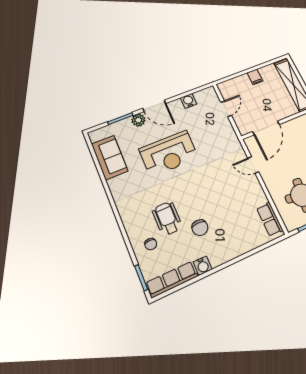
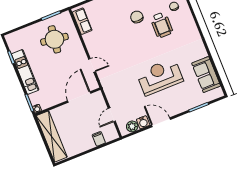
filing cabinet: (255, 77) -> (99, 139), moved
door: (154, 106) -> (161, 122), moved
plant: (138, 120) -> (132, 126), moved

